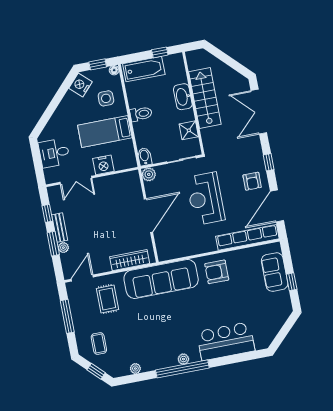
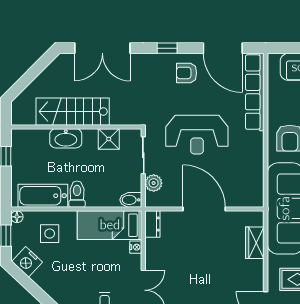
bathtub: (144, 69) -> (43, 196), moved, turned -90
bed: (105, 131) -> (110, 225), moved, turned 90
nightstand: (103, 165) -> (136, 247), width x0.53, depth x0.56
plant: (149, 174) -> (154, 183), moved
dresser: (129, 177) -> (152, 224), added
armchair: (252, 181) -> (187, 73), turned 180
wardrobe: (130, 260) -> (255, 243), width x0.67

